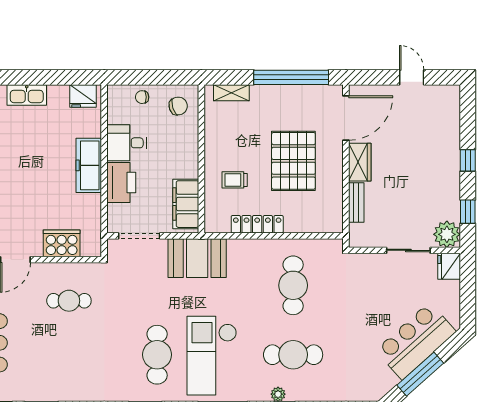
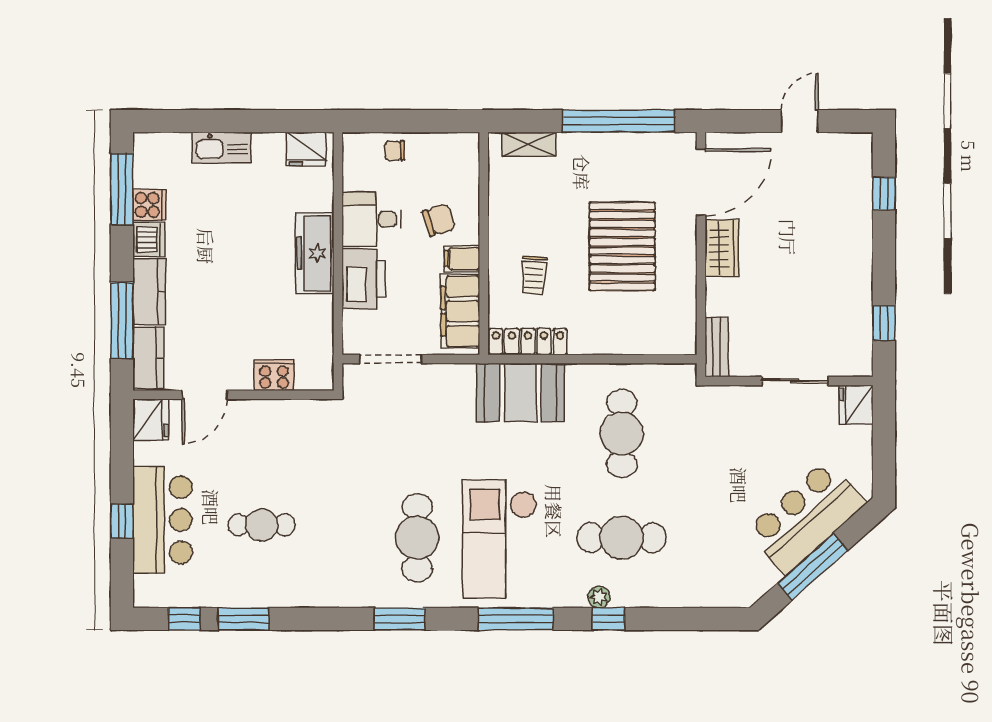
door: (412, 77) -> (800, 121), hinge flipped
chair: (178, 106) -> (439, 220), moved
window: (468, 160) -> (884, 194), moved
filing cabinet: (187, 169) -> (462, 259), added
trolley: (235, 180) -> (534, 275), turned -86
bench: (356, 203) -> (717, 347), moved
locker: (257, 224) -> (528, 342), moved
plant: (447, 234) -> (853, 357), removed
cooker: (62, 243) -> (274, 375), width x0.73, depth x0.76
booth: (197, 258) -> (520, 392), moved
cafe table: (69, 301) -> (262, 525), moved

